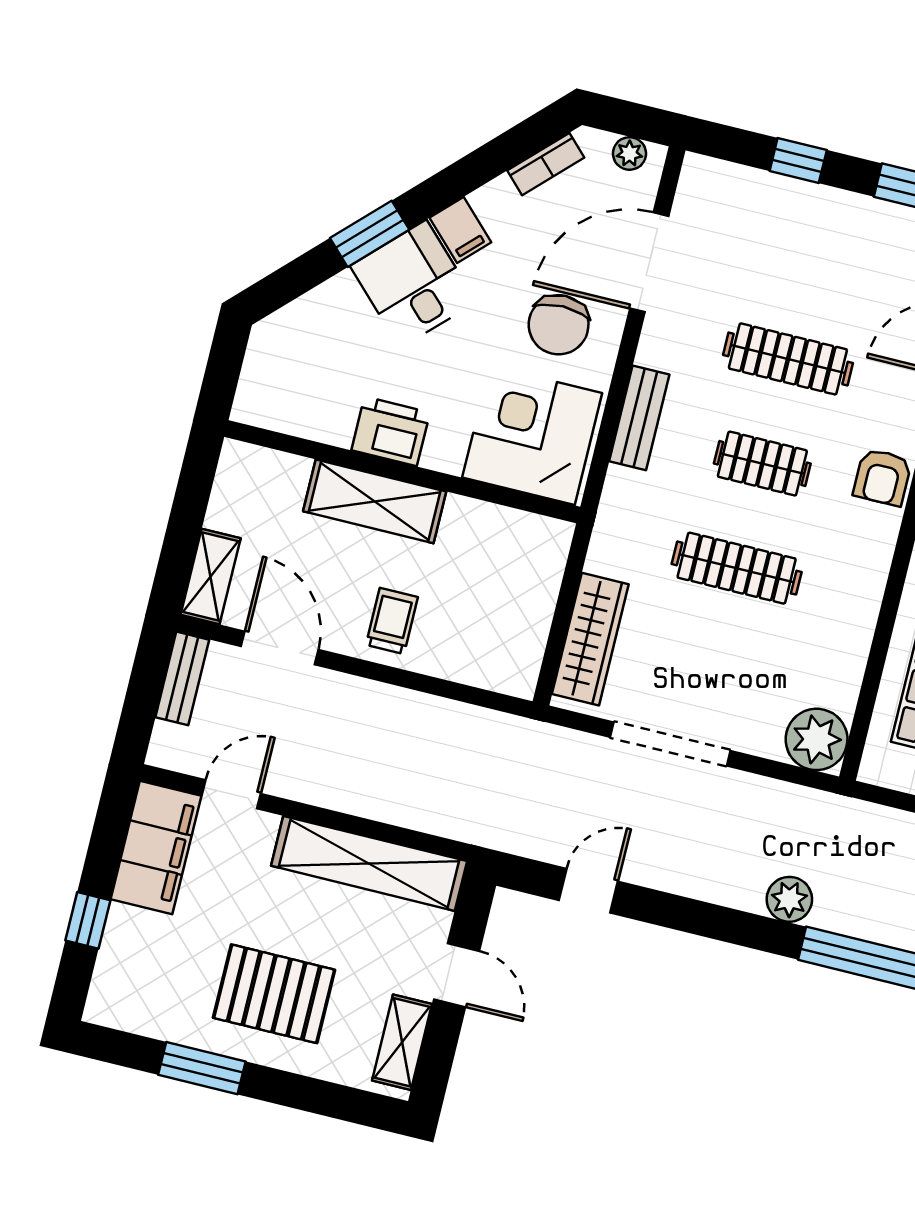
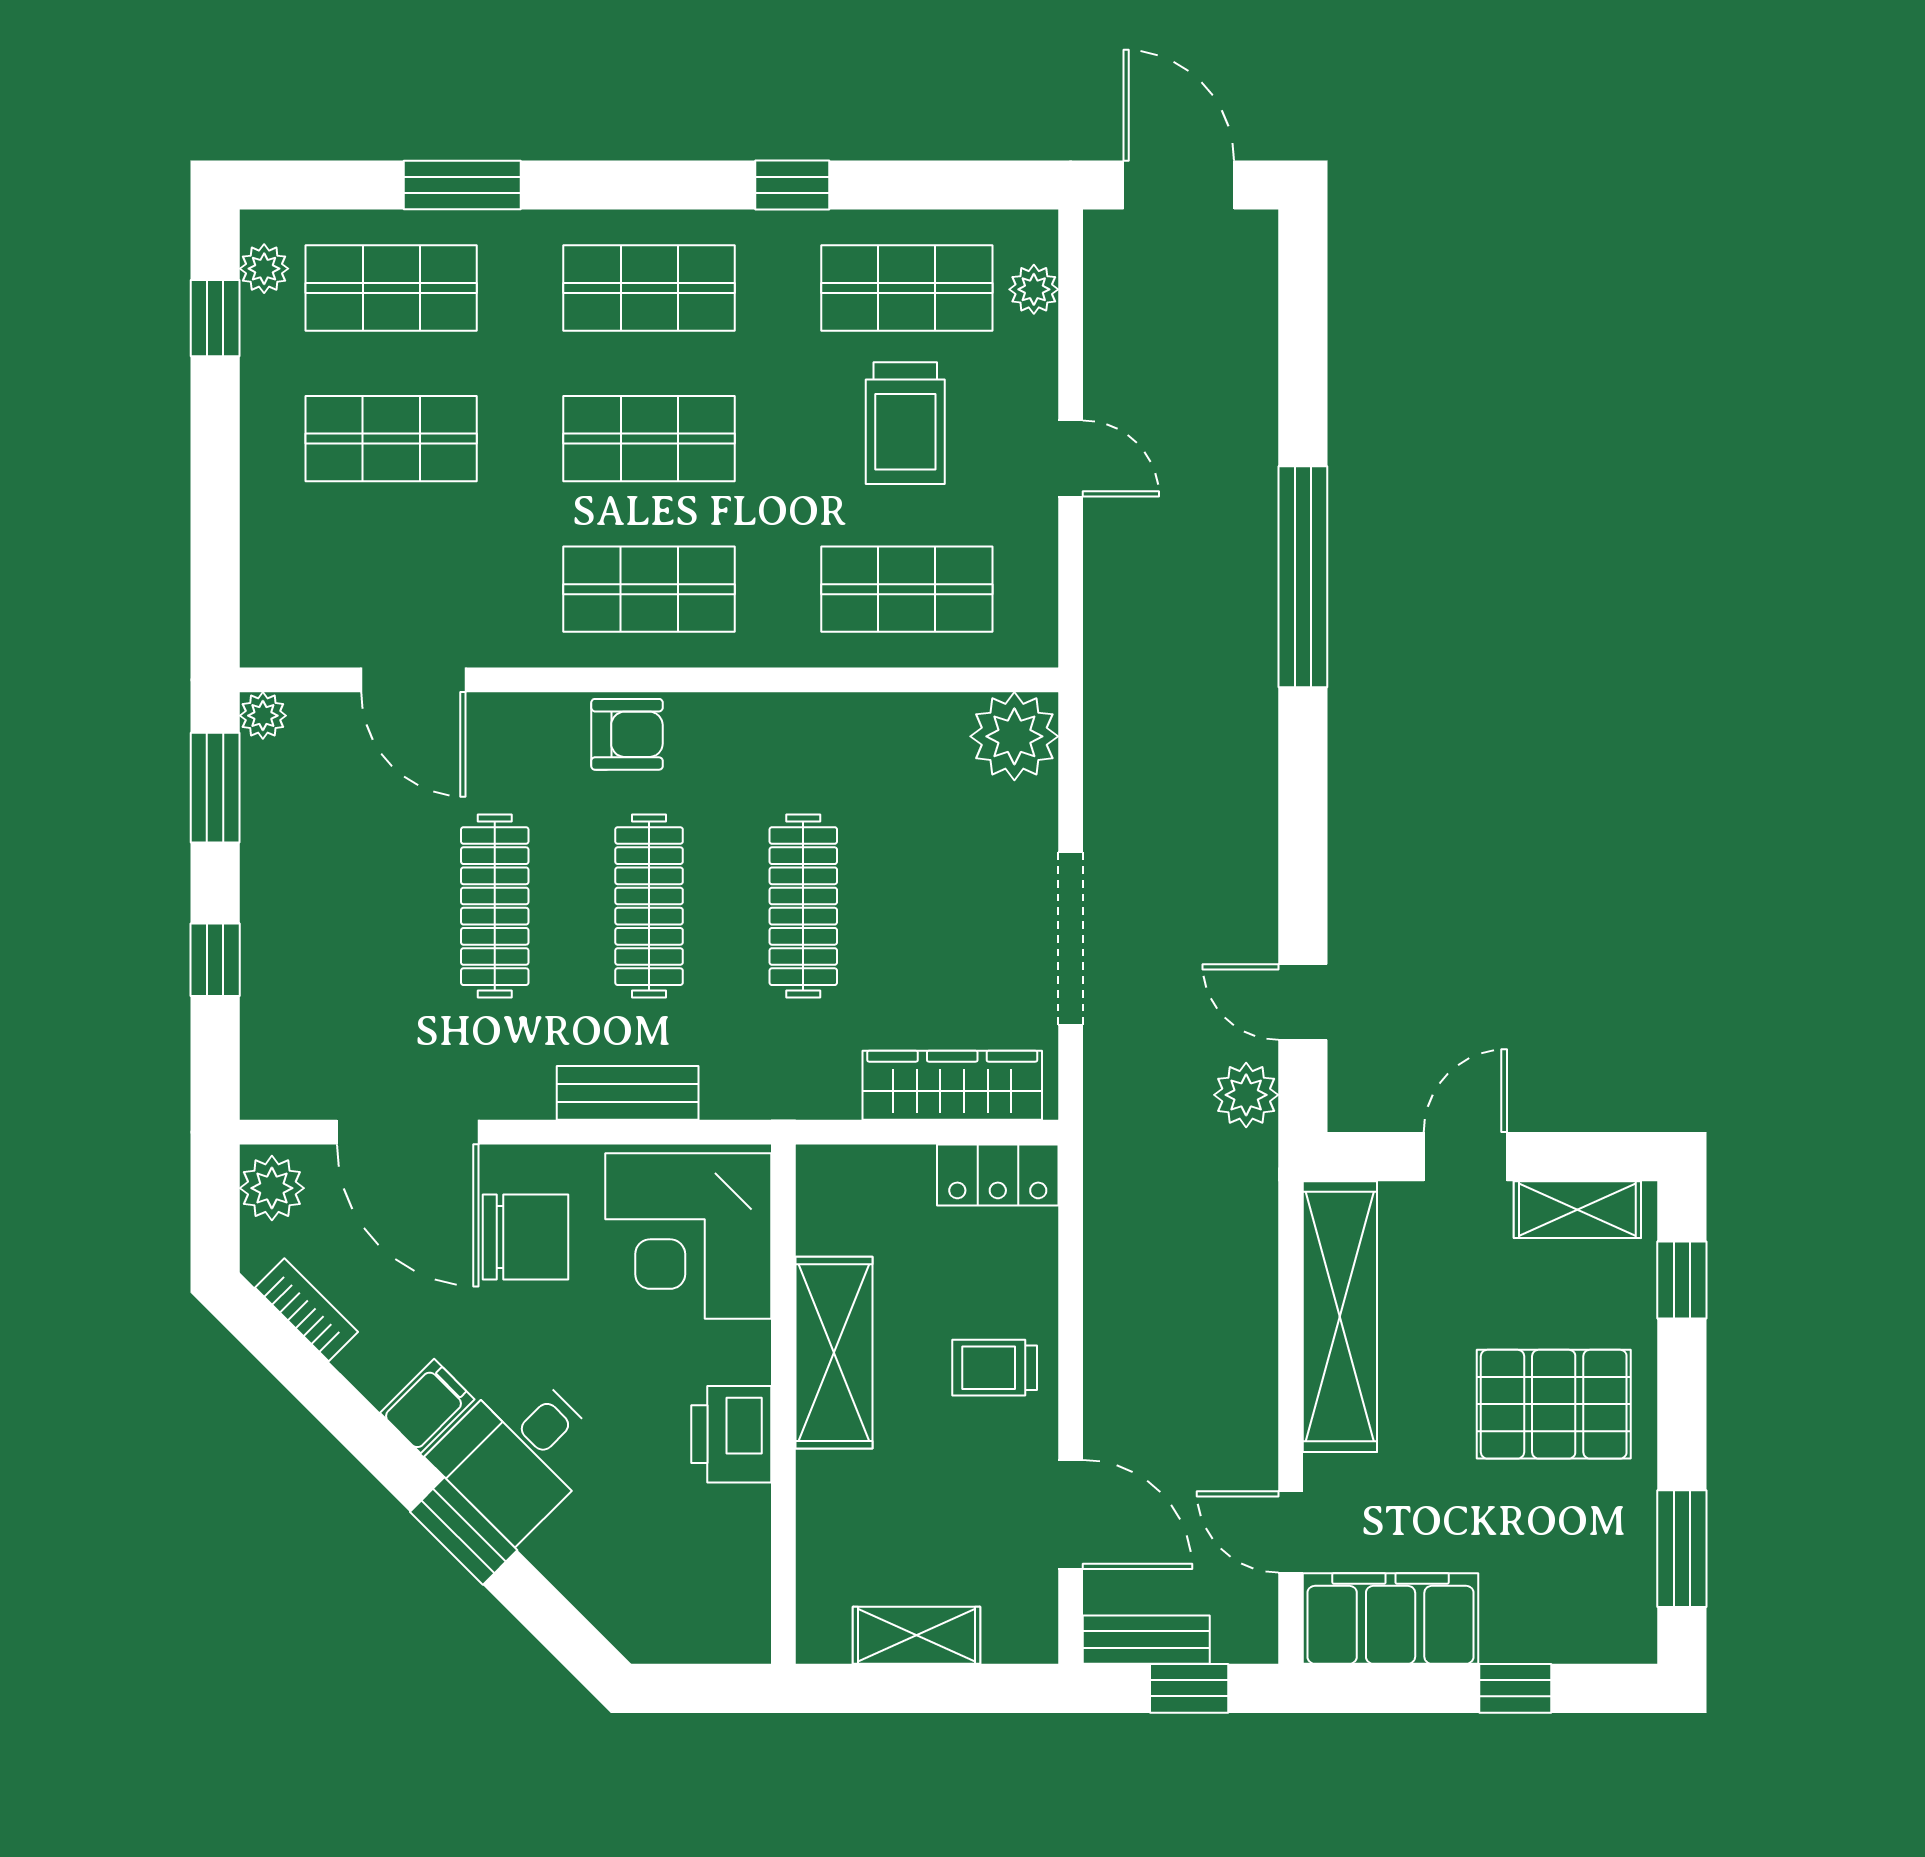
plant: (629, 154) -> (272, 1188), width x1.38, depth x1.38
clothes rail: (762, 464) -> (649, 906), width x1.36
shelving: (375, 501) -> (834, 1353), moved
shelving: (211, 576) -> (916, 1635), moved
door: (280, 648) -> (1071, 1514), swing flipped
locker: (522, 655) -> (998, 1175), added
window: (142, 699) -> (1189, 1688), added
plant: (789, 899) -> (1246, 1095), moved
pallet: (274, 994) -> (1554, 1404), turned 90
window: (202, 1068) -> (1682, 1549), moved
window: (337, 1101) -> (1682, 1280), added

